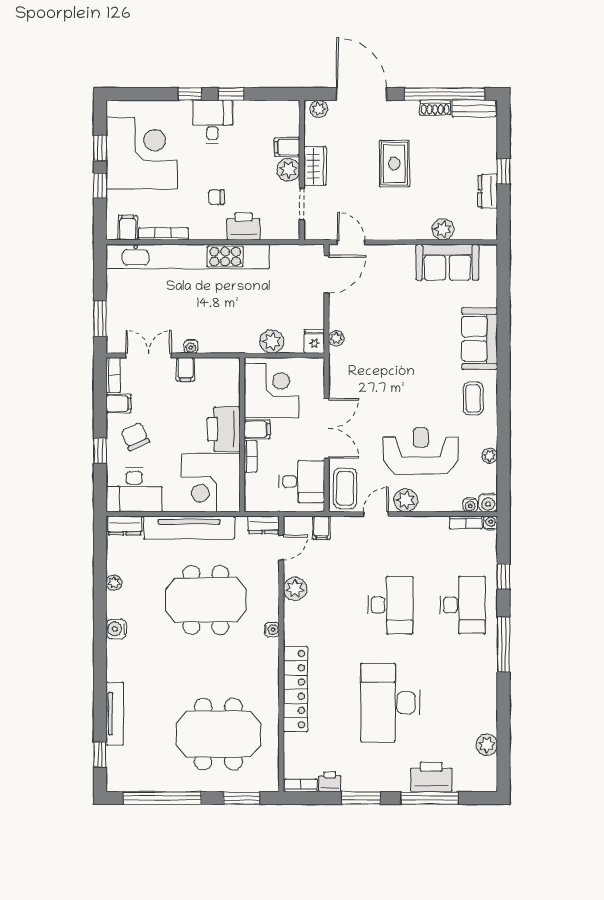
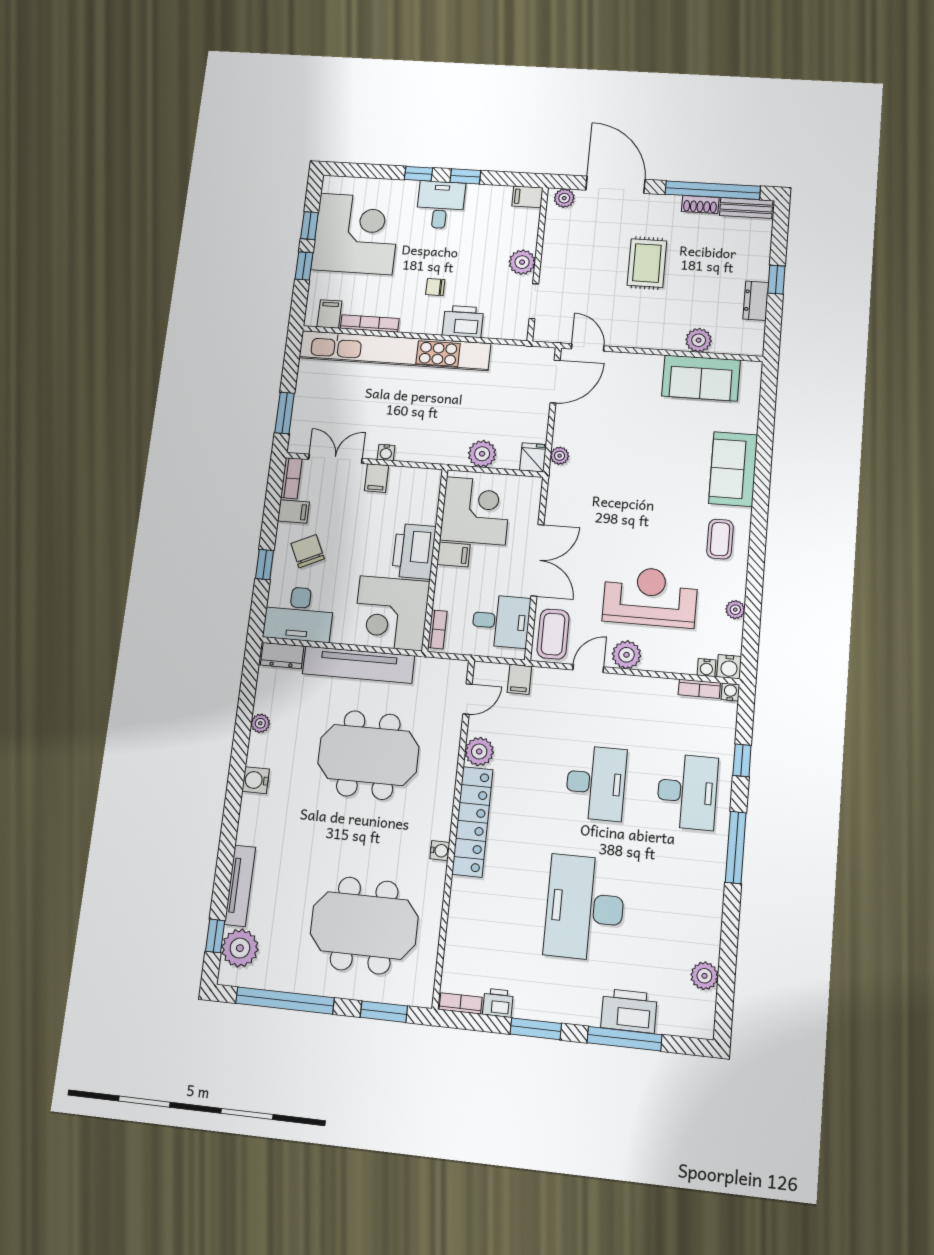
filing cabinet: (287, 147) -> (527, 197), moved
wardrobe: (315, 166) -> (554, 260), removed
bookcase: (250, 456) -> (437, 629), moved
dresser: (263, 525) -> (449, 669), removed
water cooler: (272, 630) -> (440, 851), moved
locker: (295, 689) -> (472, 822), moved
plant: (121, 762) -> (240, 948), added

